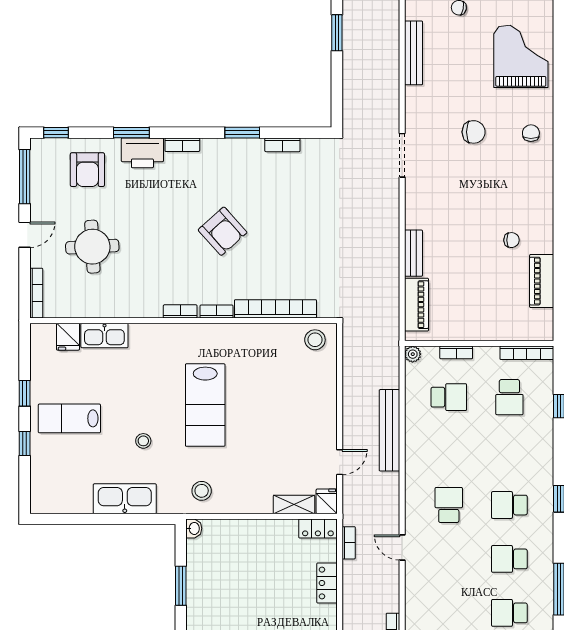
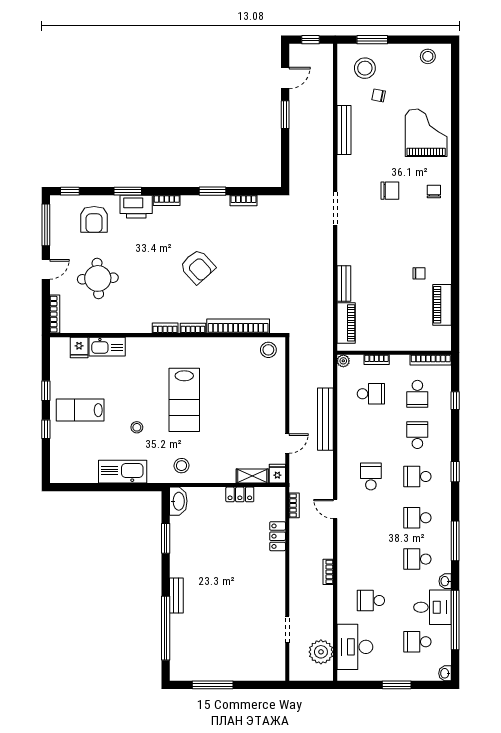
school desk: (509, 451) -> (417, 435), added
washbasin: (194, 528) -> (178, 501), width x1.91, depth x1.45
locker: (318, 528) -> (240, 494), moved

